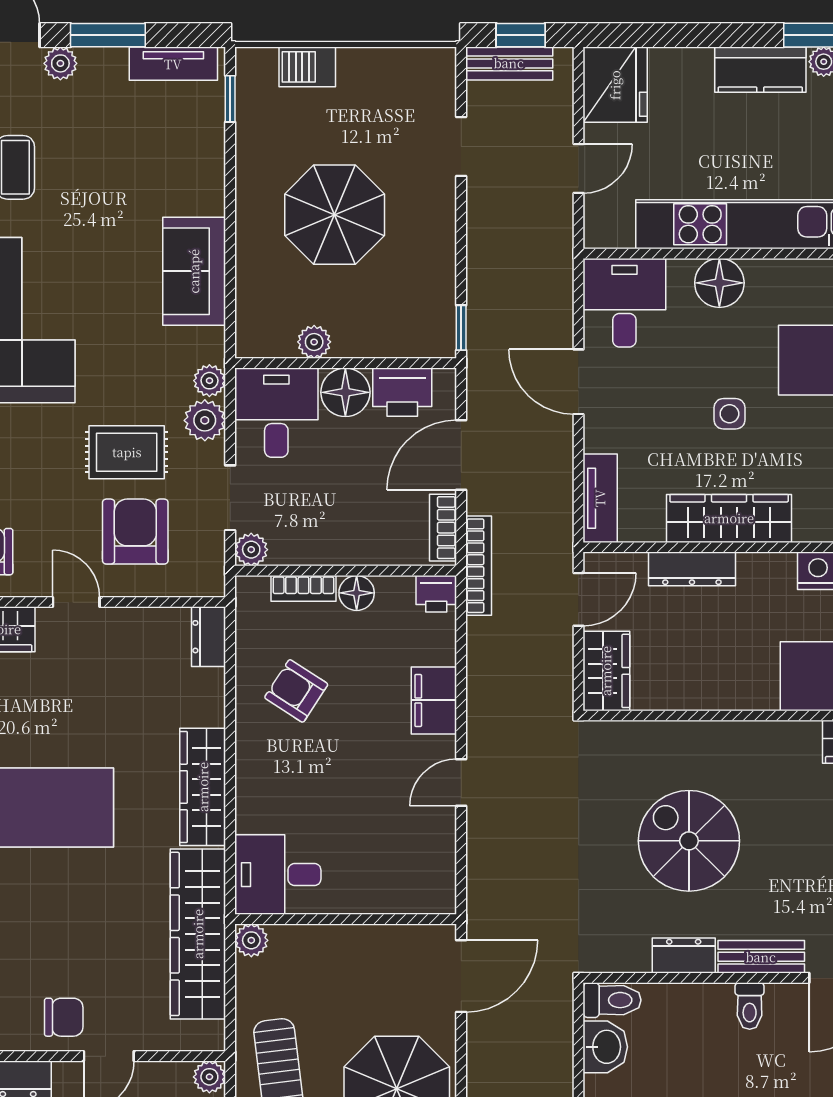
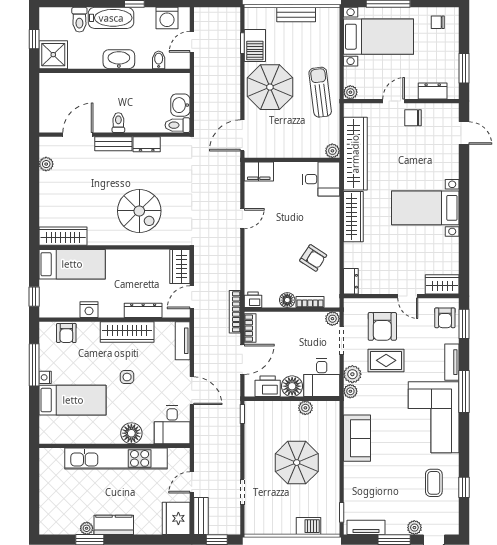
bench: (509, 63) -> (201, 516), moved, turned 90
filing cabinet: (434, 700) -> (259, 172), moved, turned 90
spiral stairs: (689, 841) -> (139, 211), moved

